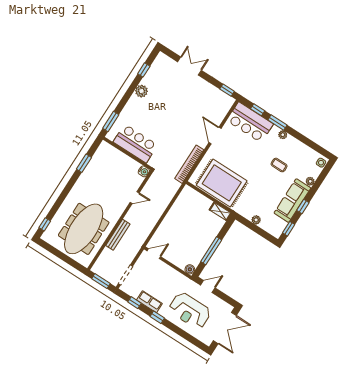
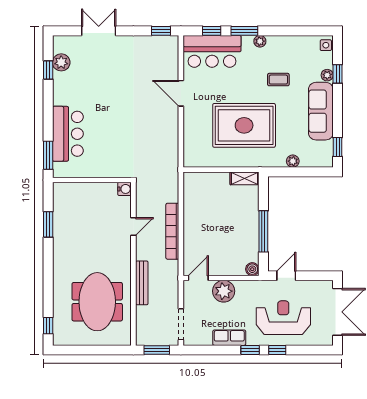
plant: (141, 91) -> (61, 62), moved
bar counter: (135, 143) -> (68, 134), moved, turned 90
bookcase: (189, 164) -> (172, 231), moved
rug: (222, 183) -> (244, 125), moved
window: (303, 206) -> (338, 74), moved
meeting table: (84, 229) -> (97, 302), width x0.73
plant: (164, 272) -> (224, 291), added
window: (134, 303) -> (277, 350), moved
reception desk: (190, 311) -> (283, 318), turned 180

